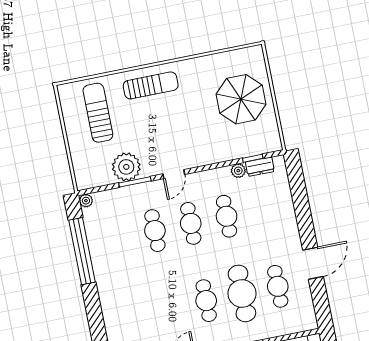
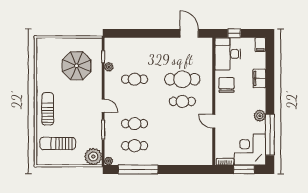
parasol: (241, 99) -> (77, 66), moved
plant: (126, 167) -> (93, 157), moved
dresser: (260, 167) -> (109, 53), removed
cafe table: (191, 223) -> (135, 146), moved
door: (313, 263) -> (189, 33), moved
cafe table: (278, 286) -> (182, 57), removed

